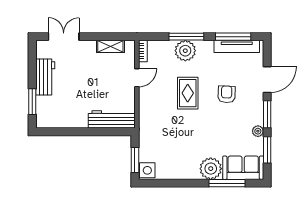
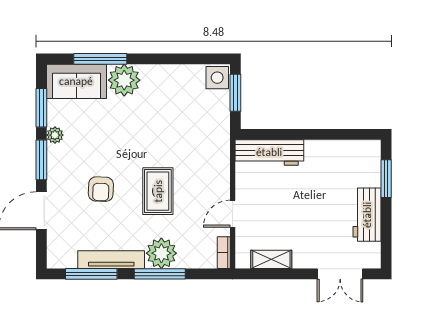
tv unit: (237, 46) -> (111, 260), moved

